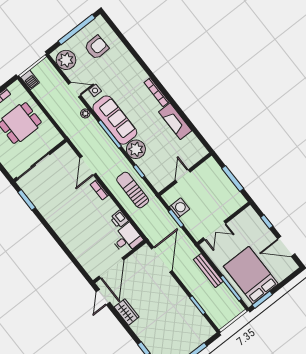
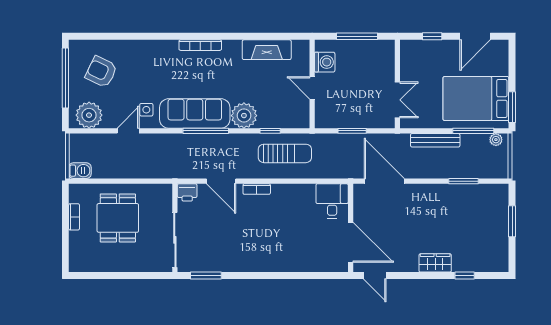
armchair: (97, 47) -> (101, 72), turned -62
plant: (85, 113) -> (496, 140), moved
fireplace: (175, 121) -> (267, 50), moved
sun lounger: (133, 190) -> (285, 153), turned 180
washing machine: (179, 208) -> (325, 62), moved, turned 90
printer: (119, 219) -> (187, 192), moved
wardrobe: (127, 312) -> (435, 263), moved

